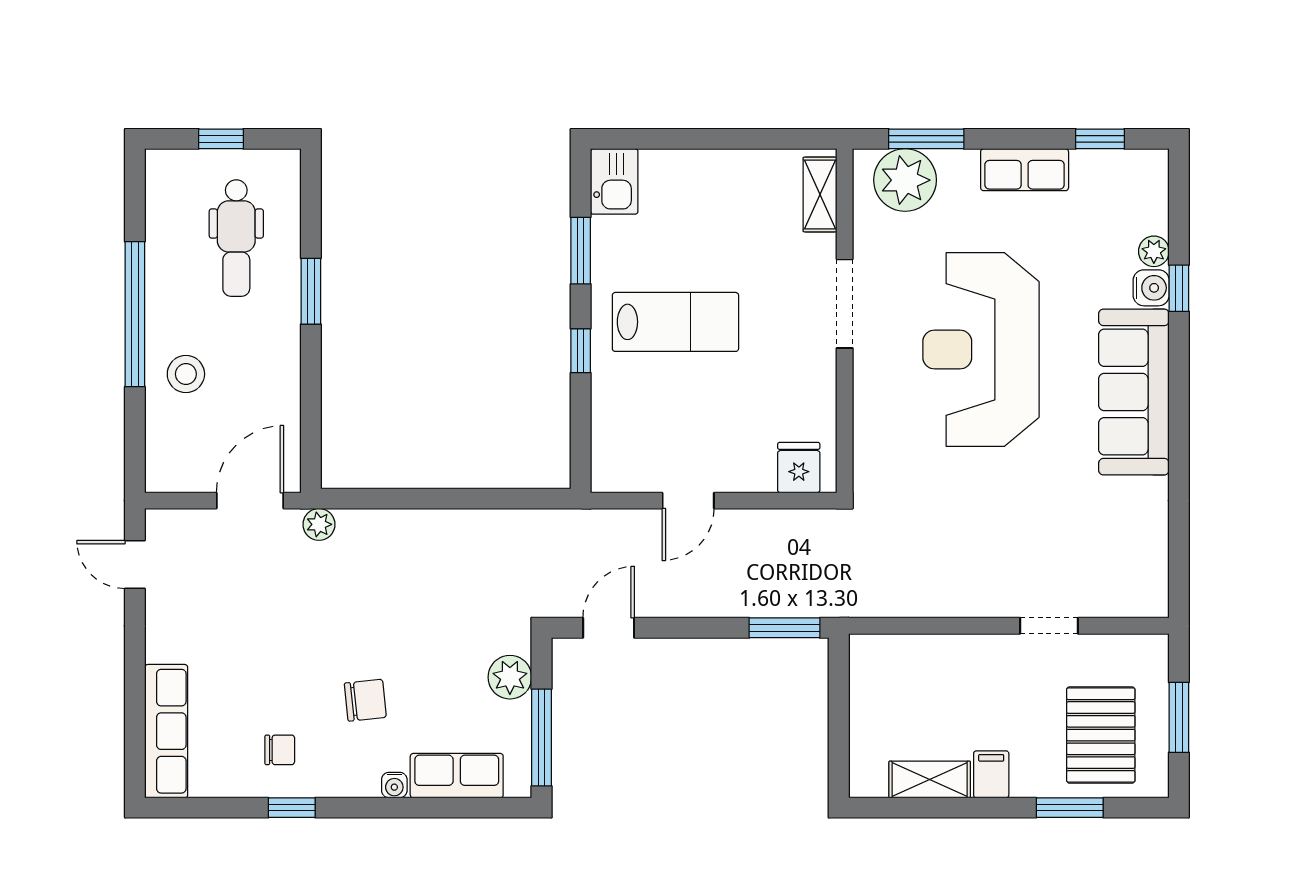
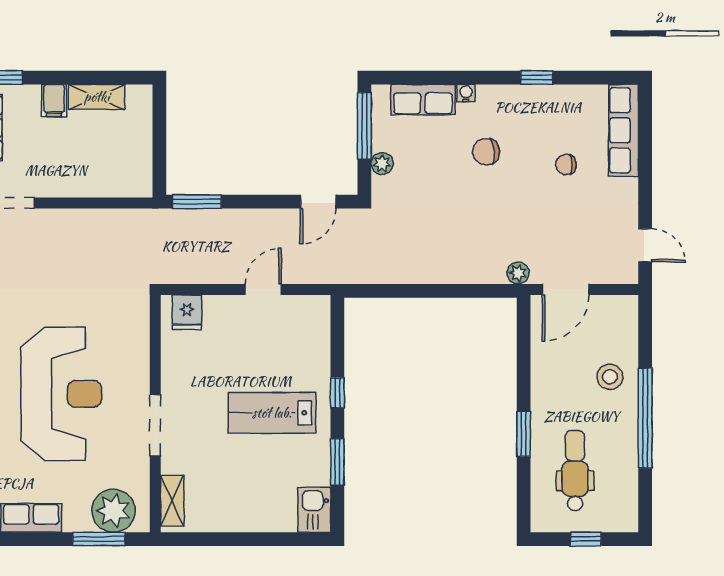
plant: (510, 677) -> (382, 163), width x0.73, depth x0.73
chair: (280, 750) -> (566, 165), moved

